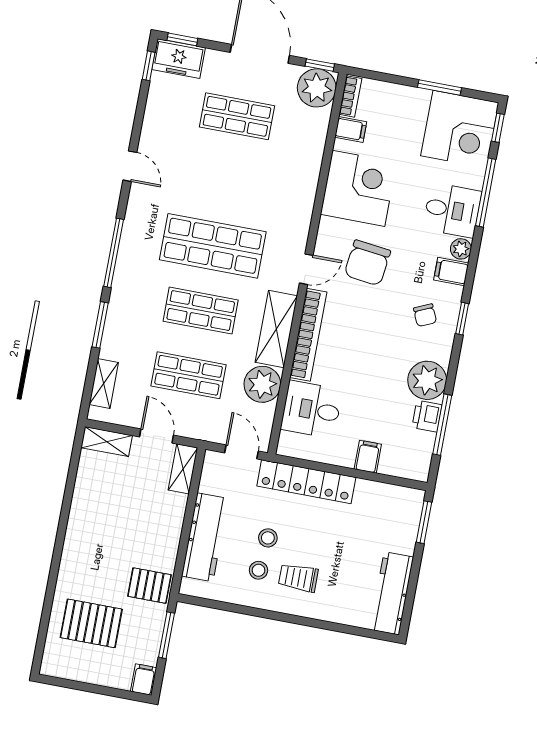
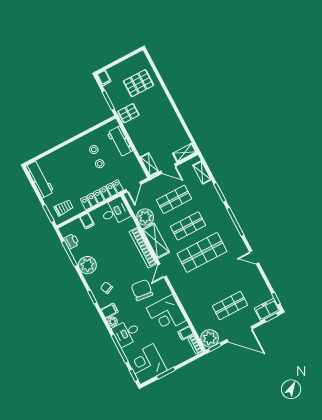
desk: (312, 410) -> (115, 212), moved
printer: (427, 416) -> (71, 241), moved
door: (241, 452) -> (133, 187), hinge flipped
workbench: (205, 537) -> (120, 141), width x0.73
trolley: (298, 578) -> (64, 208), moved

